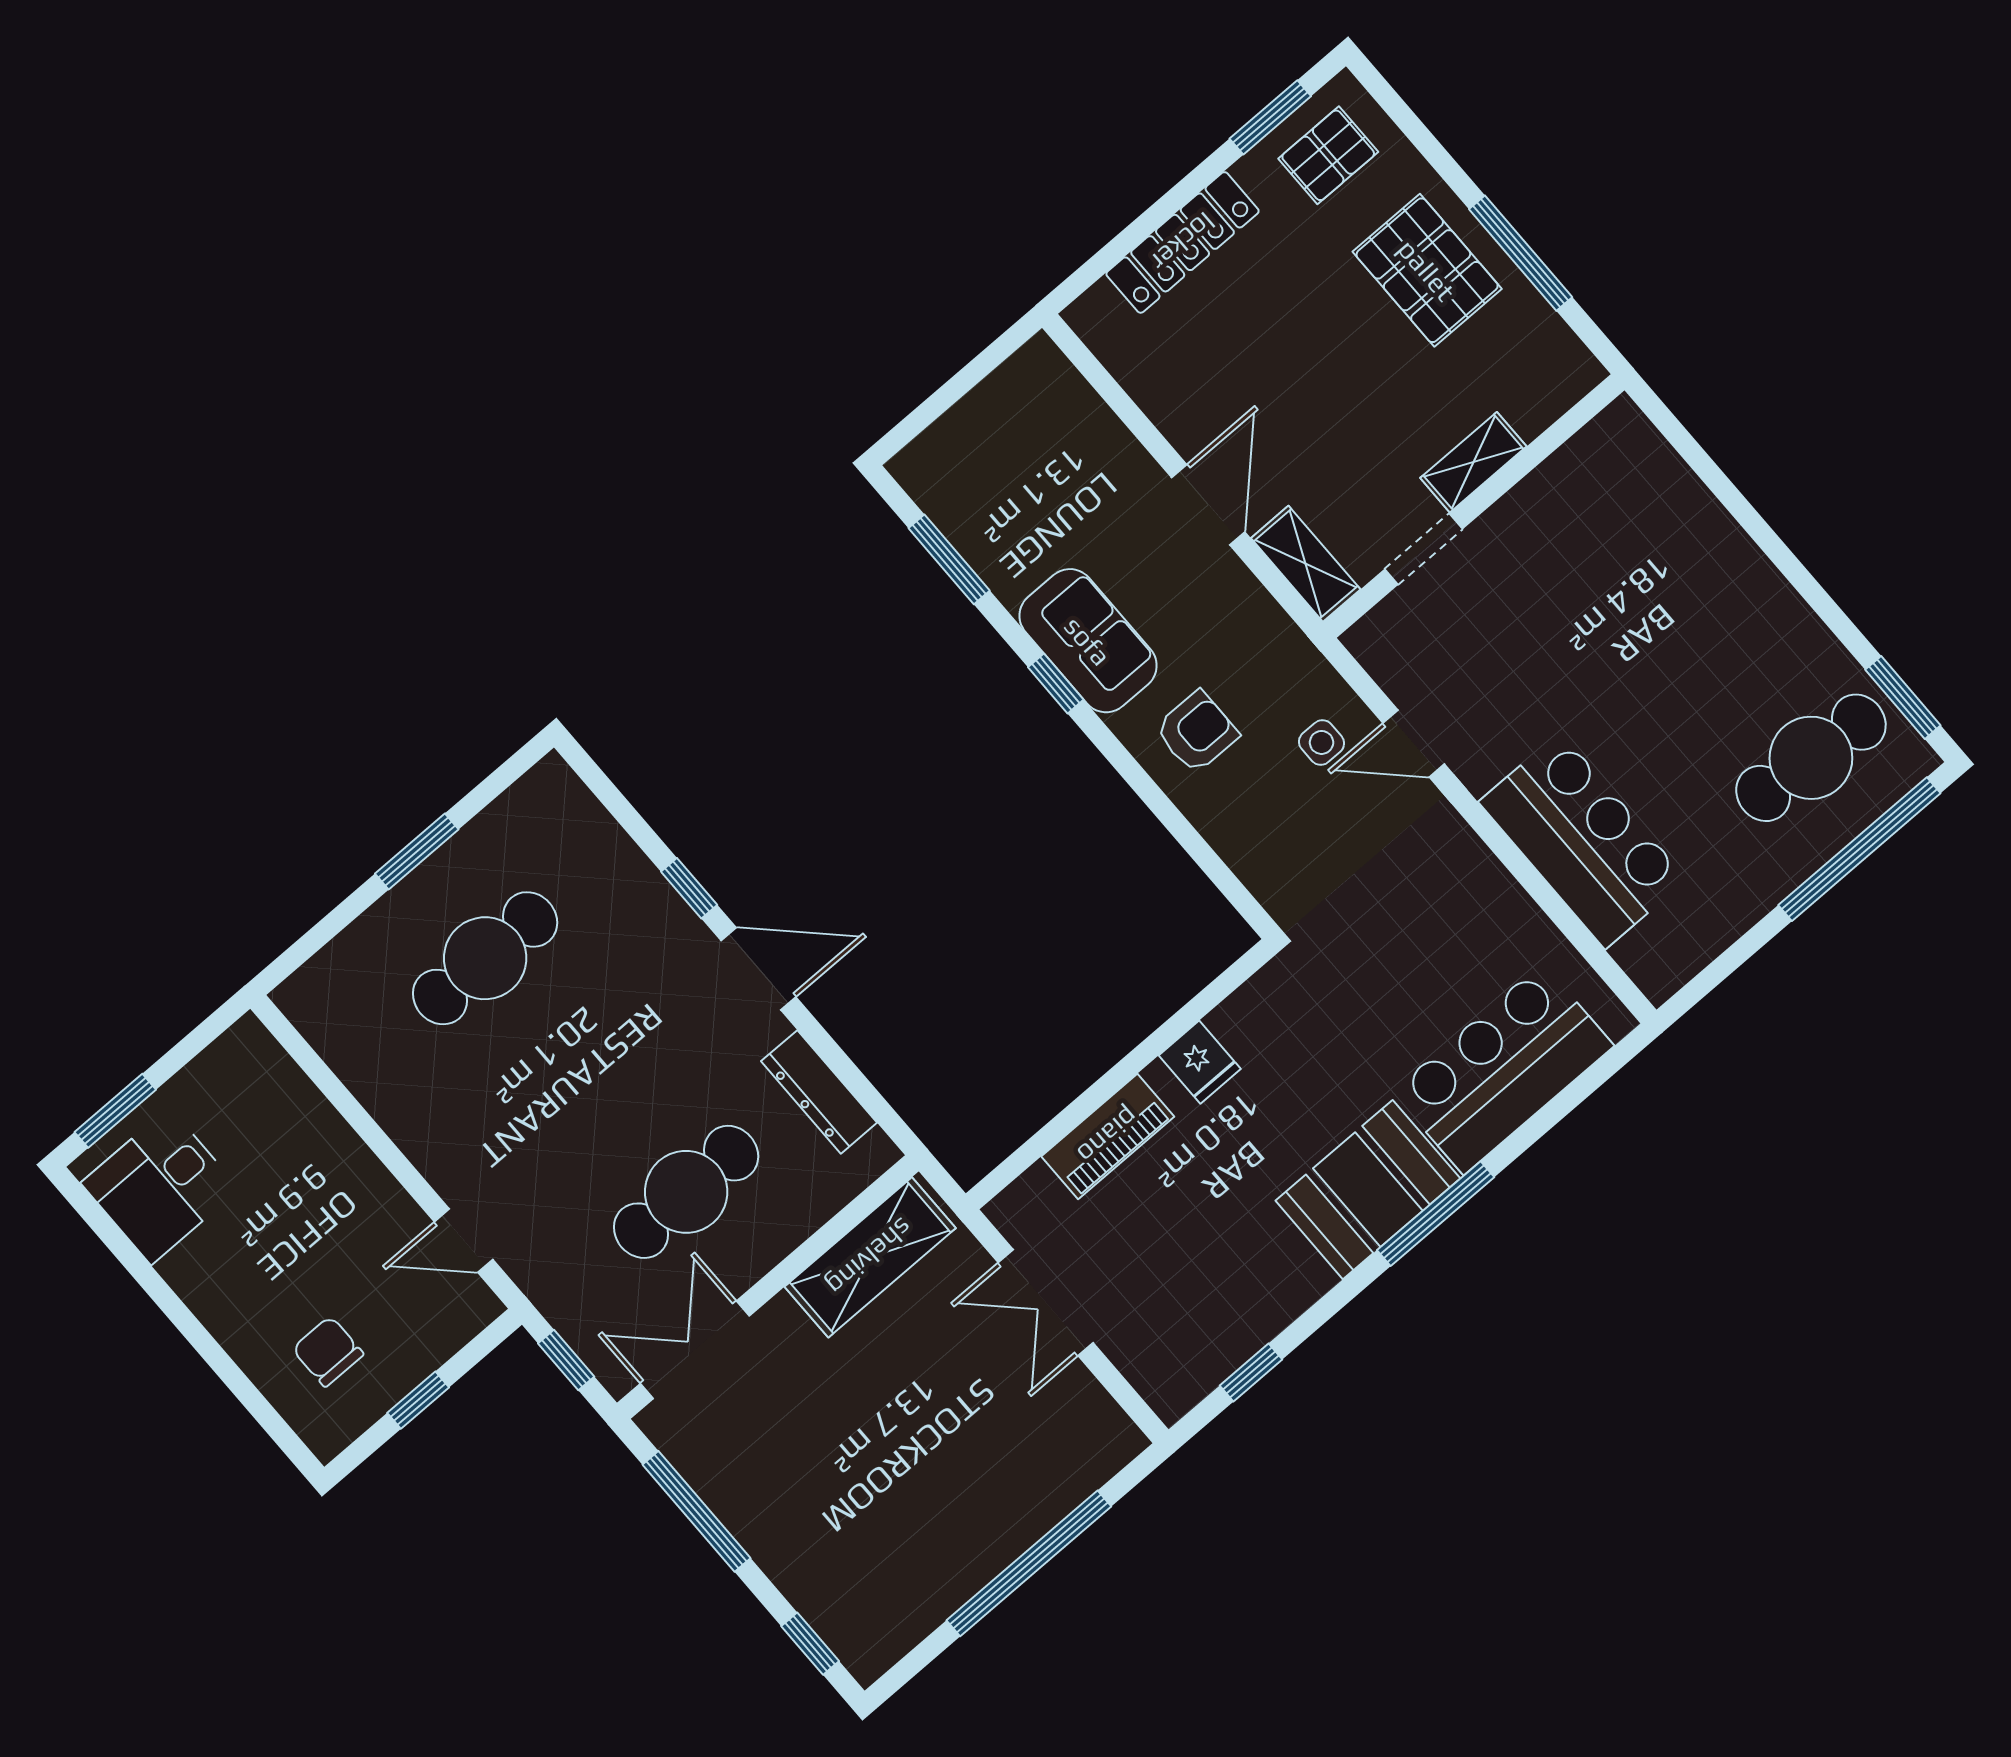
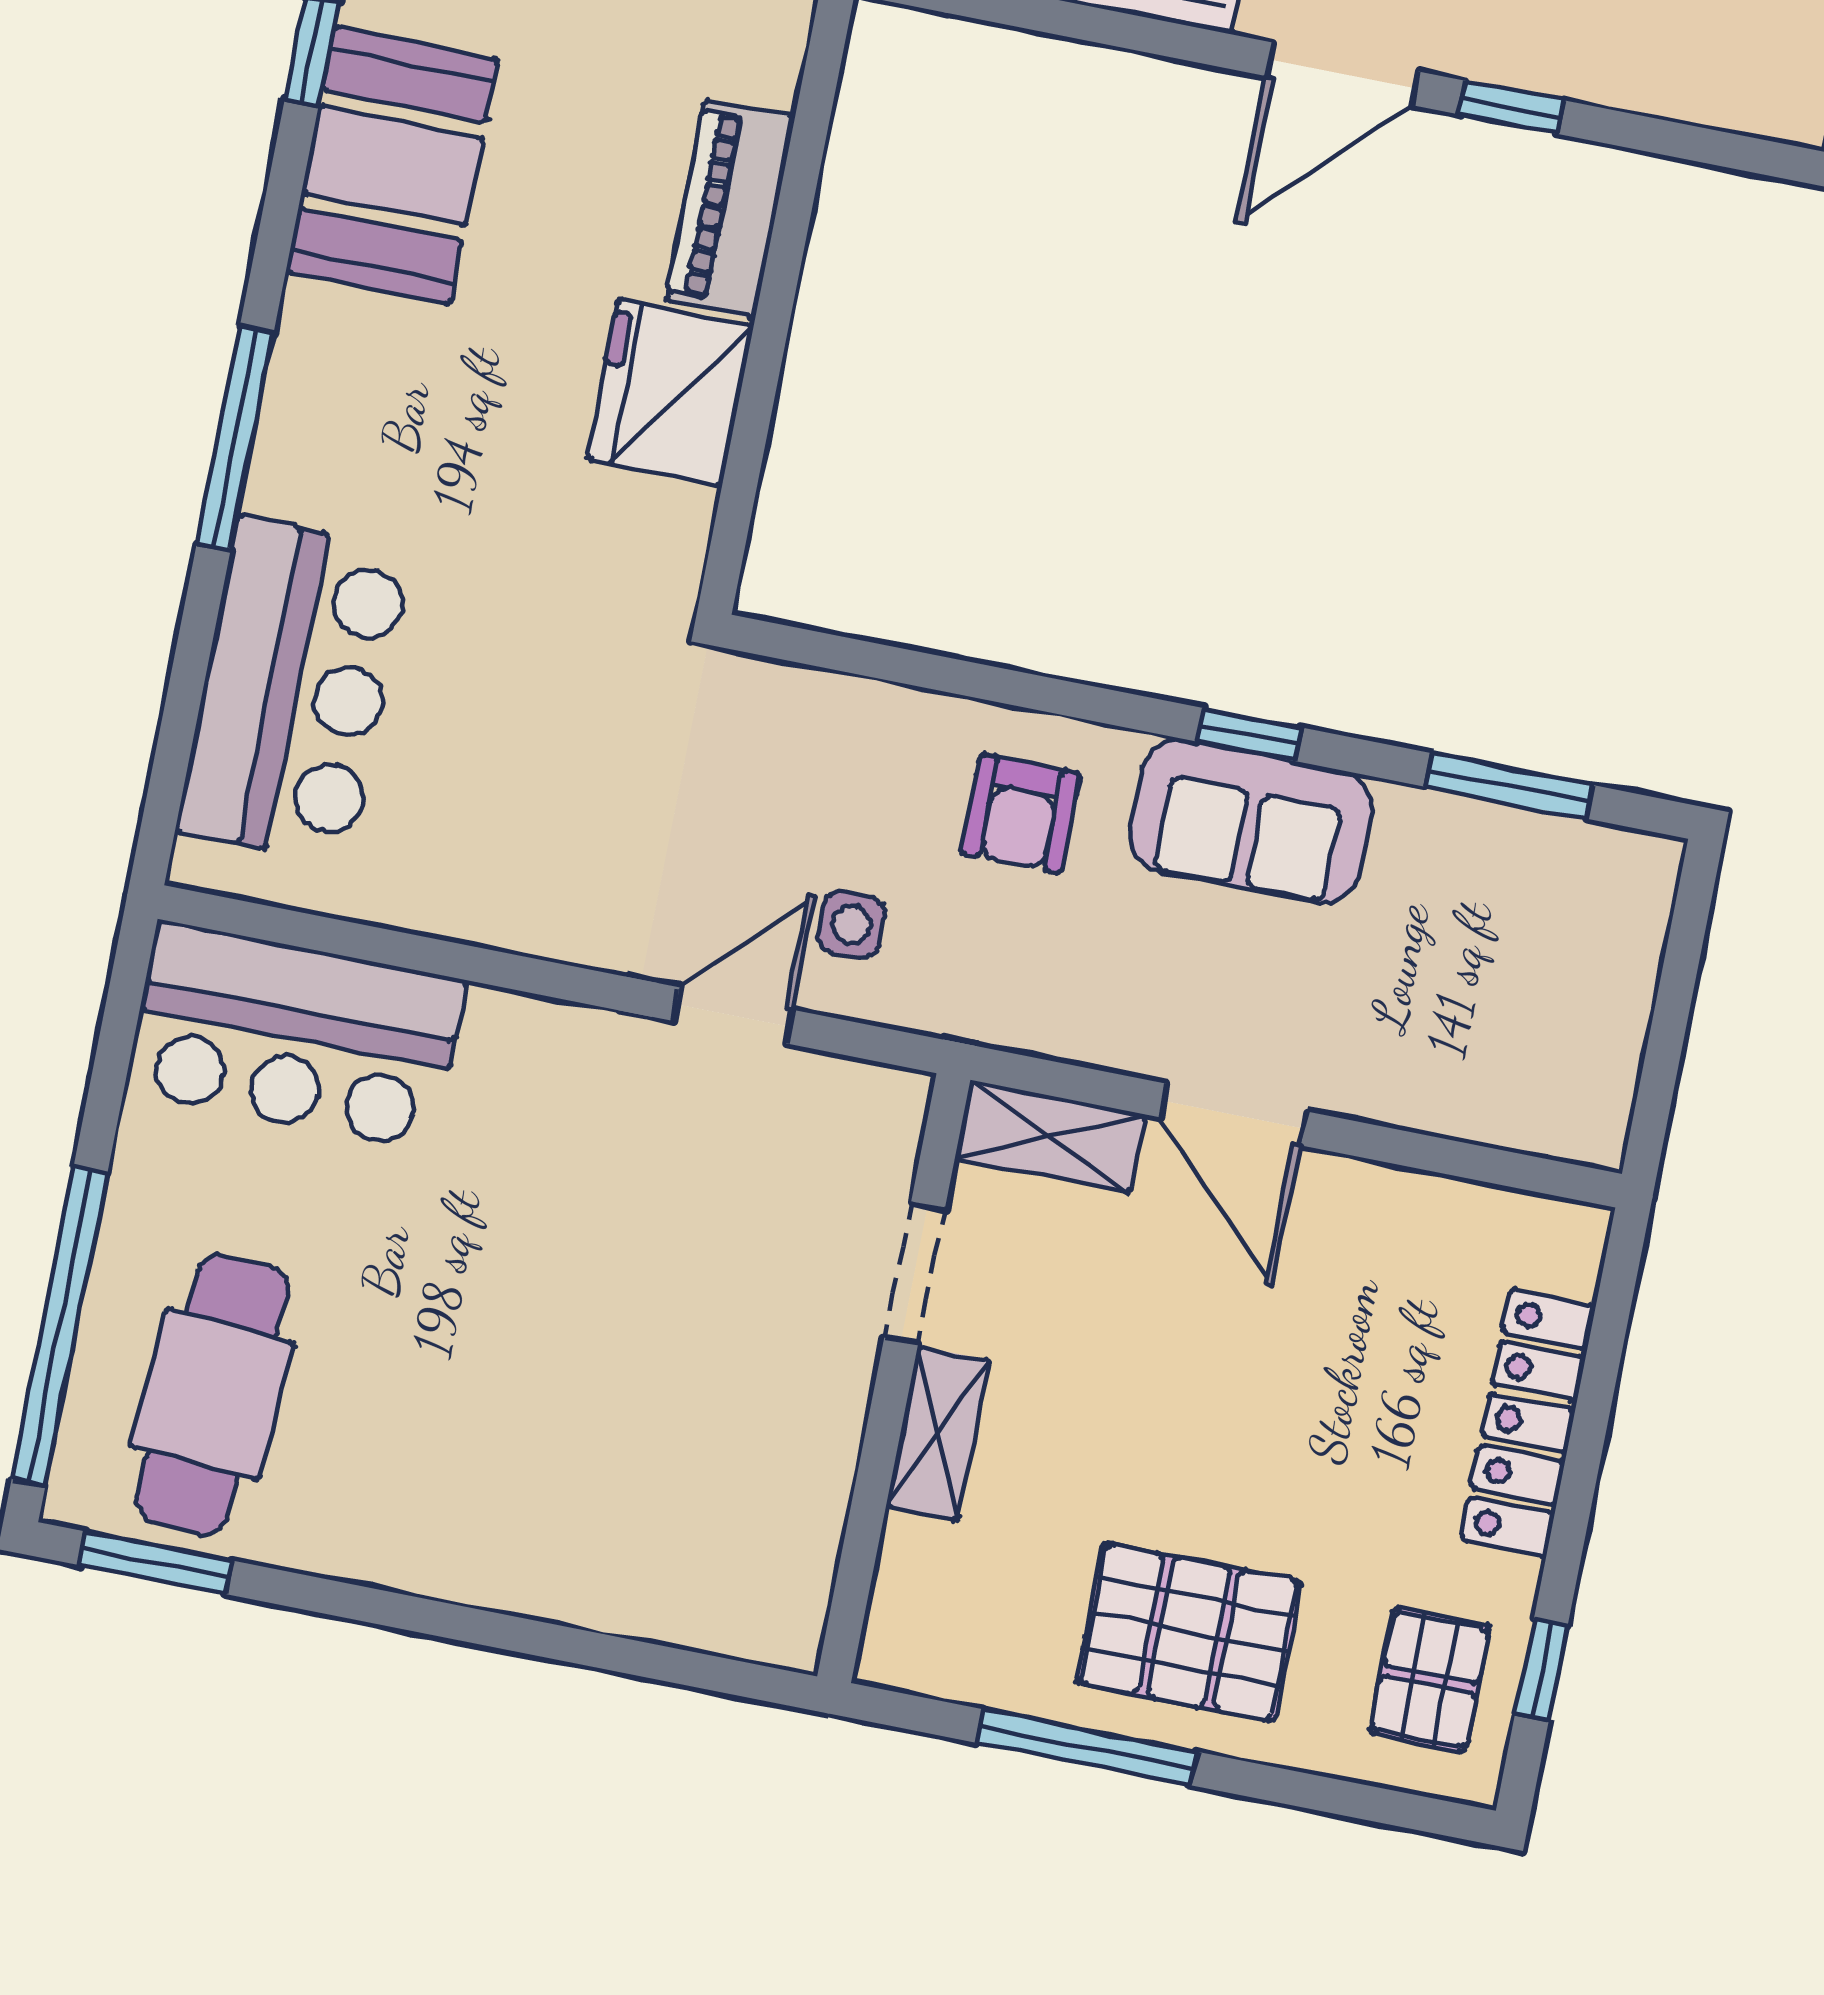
window: (1270, 117) -> (1541, 1670), width x0.67
bar counter: (1583, 841) -> (295, 1036), moved
fridge: (1200, 1062) -> (670, 392), width x1.88, depth x1.34
booth: (1368, 1190) -> (392, 165), moved

